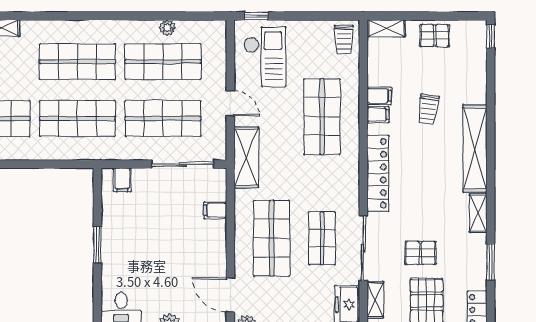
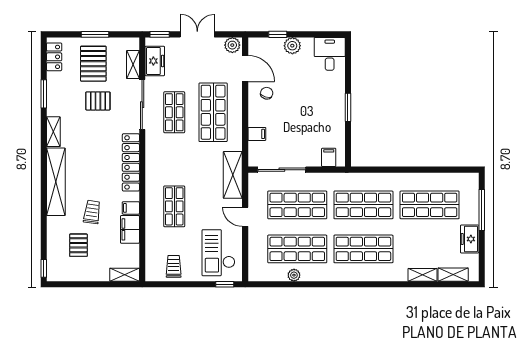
pallet: (435, 36) -> (78, 245), moved, turned 90
trolley: (344, 39) -> (174, 266), moved
filing cabinet: (379, 96) -> (130, 229), width x2.00
shop shelf: (322, 117) -> (174, 206), width x0.70, depth x0.74
chair: (203, 263) -> (267, 93), added

